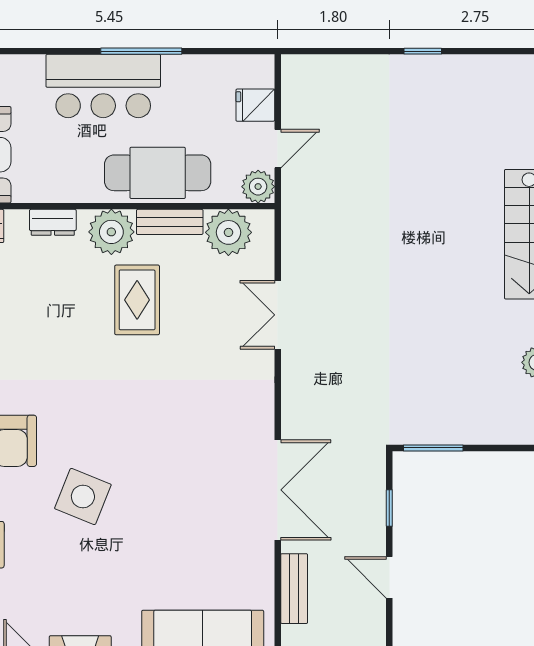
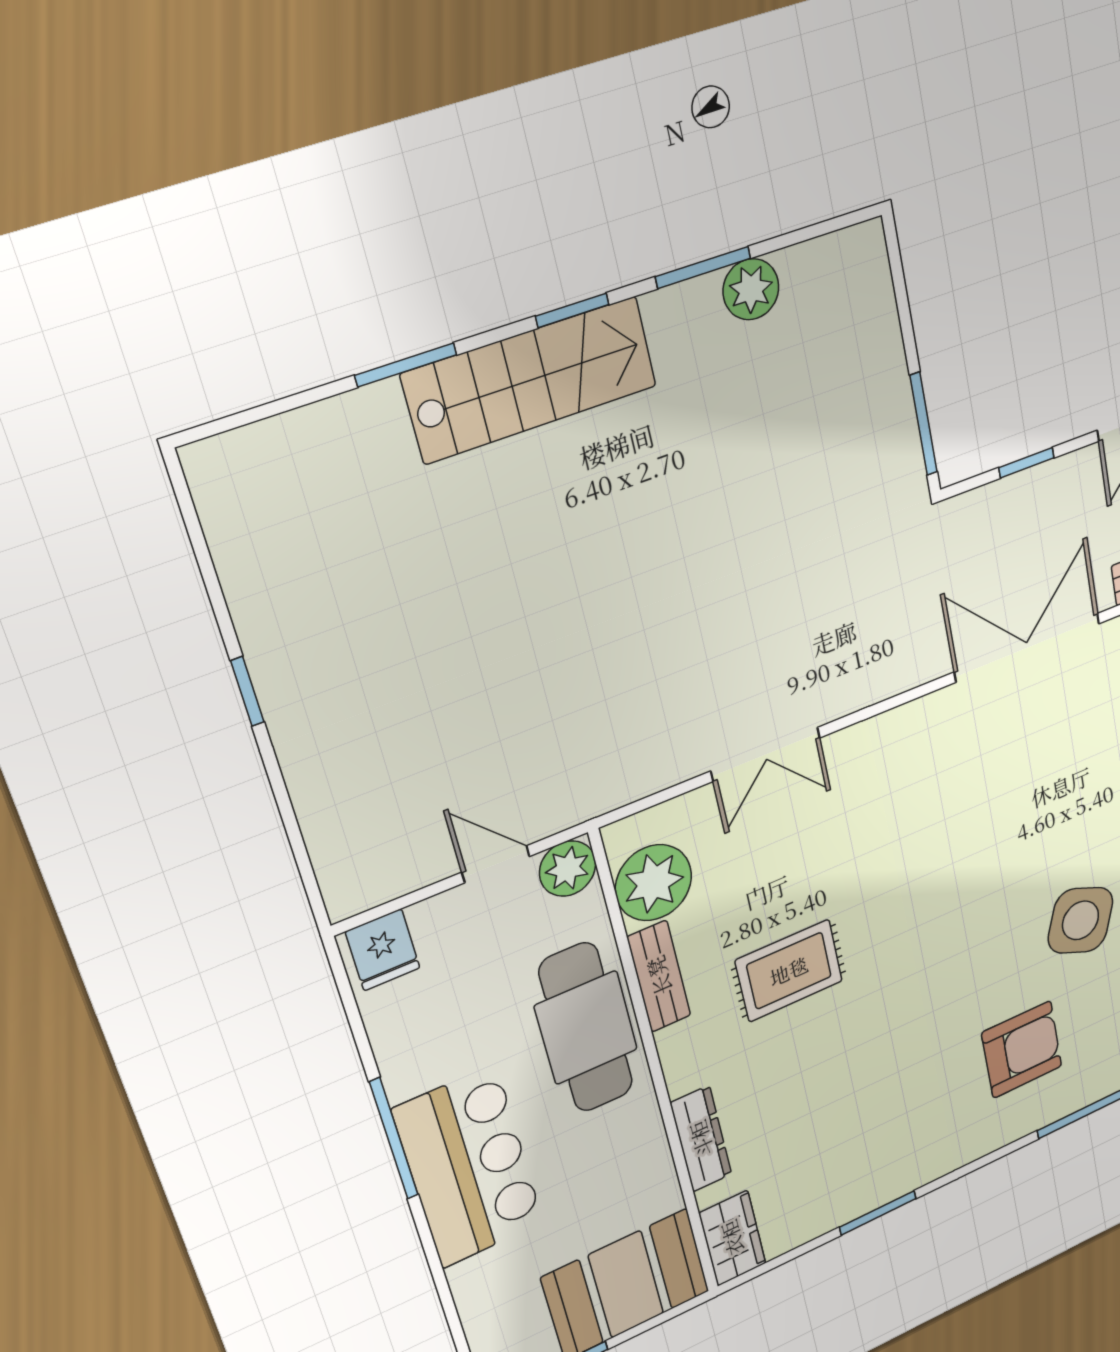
fridge: (255, 105) -> (383, 950), moved
dresser: (53, 222) -> (701, 1139), width x1.44
plant: (111, 232) -> (695, 1052), removed

